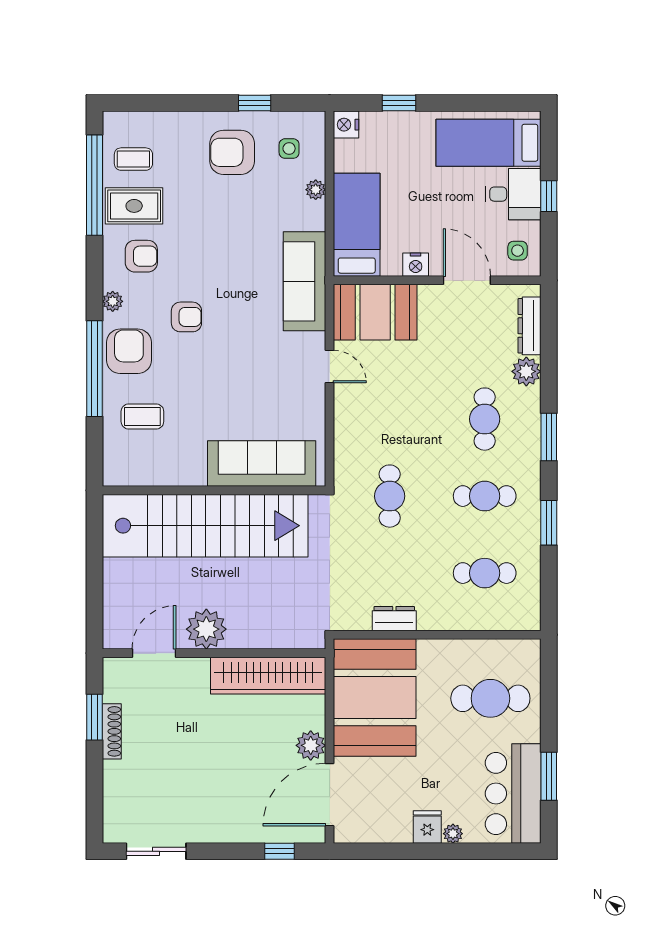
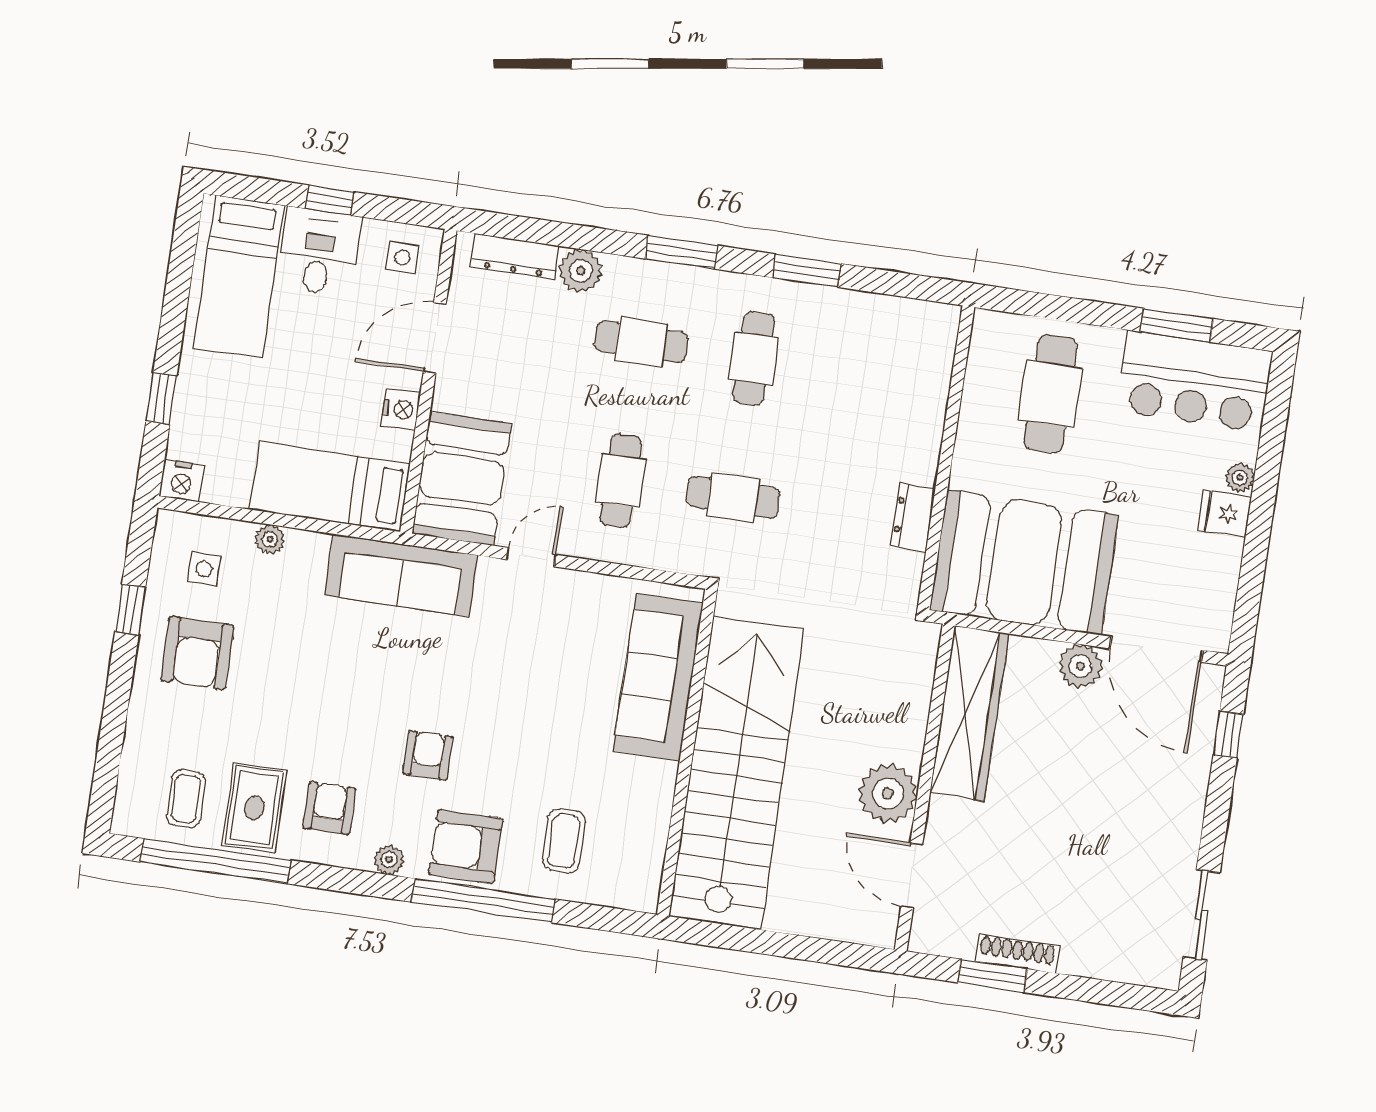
cafe table: (485, 573) -> (621, 481), moved

